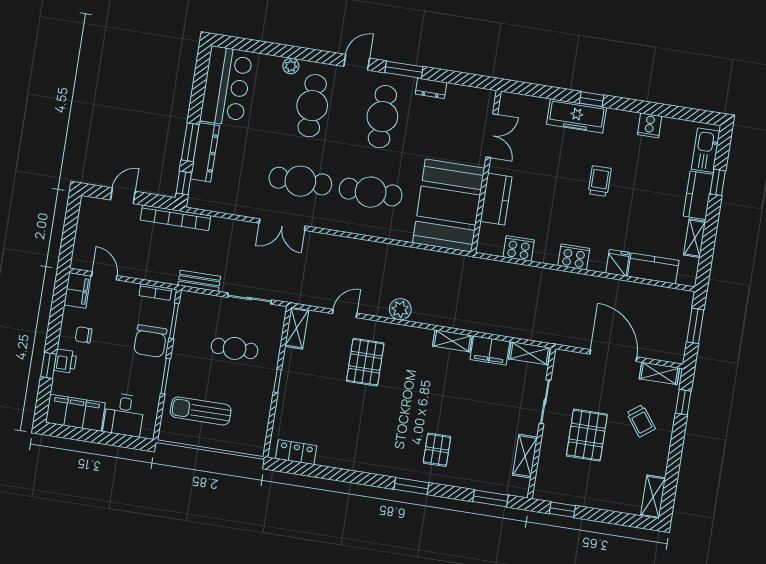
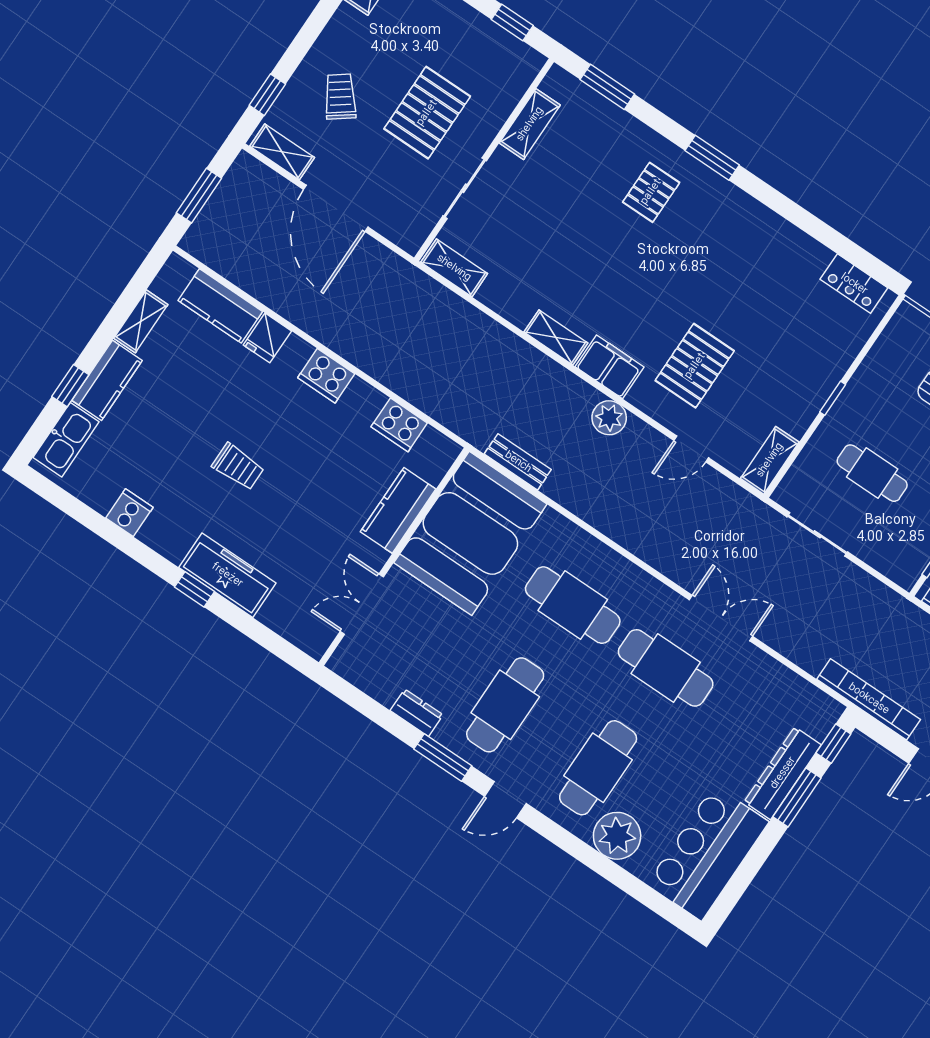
plant: (291, 66) -> (617, 836), width x1.87, depth x1.87
trolley: (600, 181) -> (238, 467), turned -90
bench: (199, 281) -> (518, 462), moved
filing cabinet: (490, 350) -> (610, 367), moved

